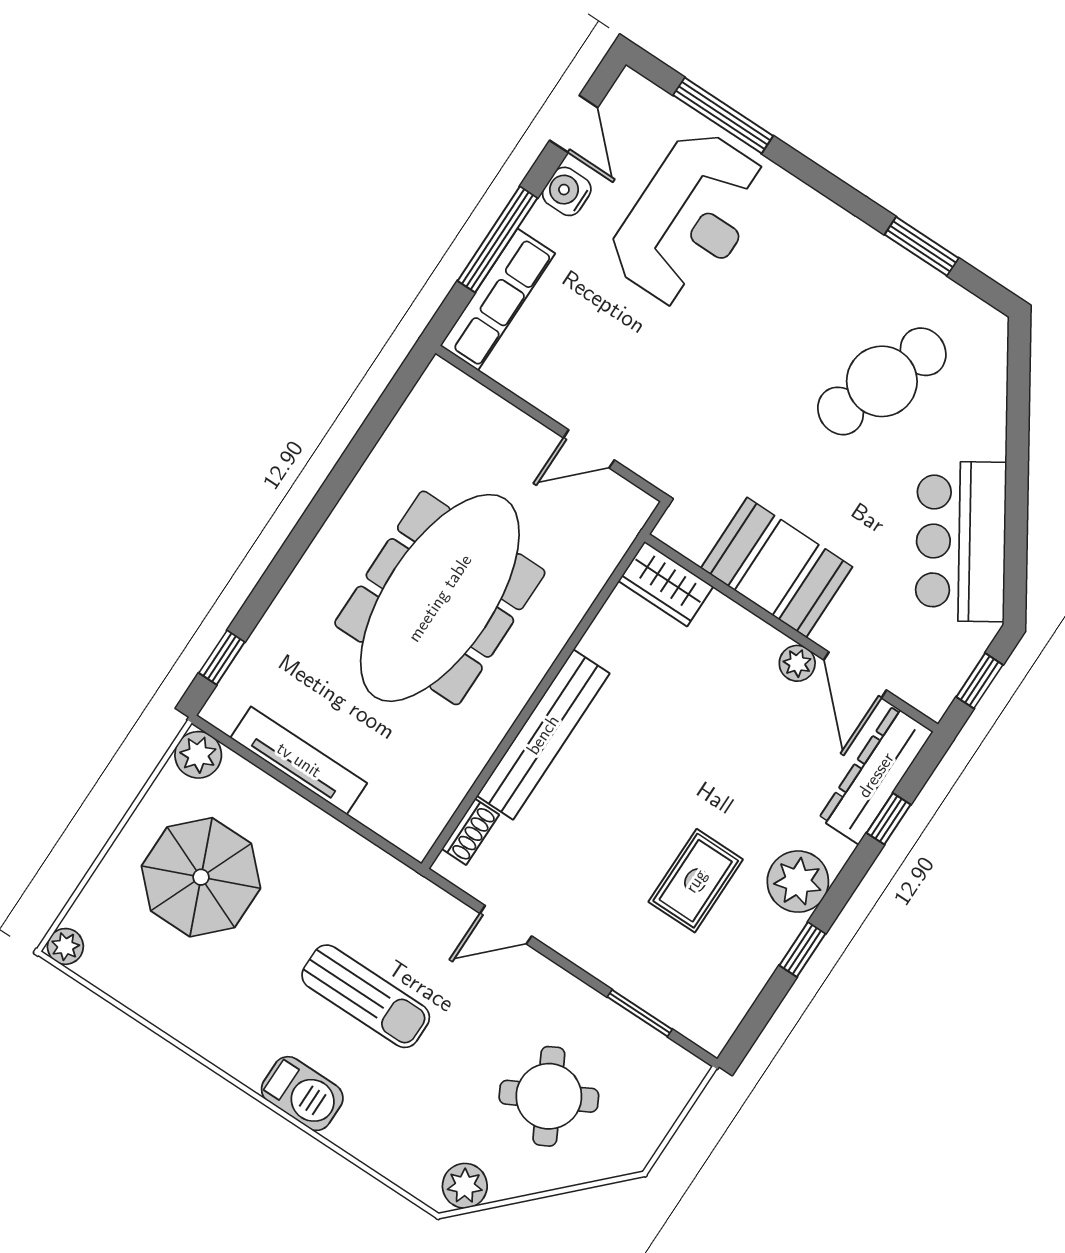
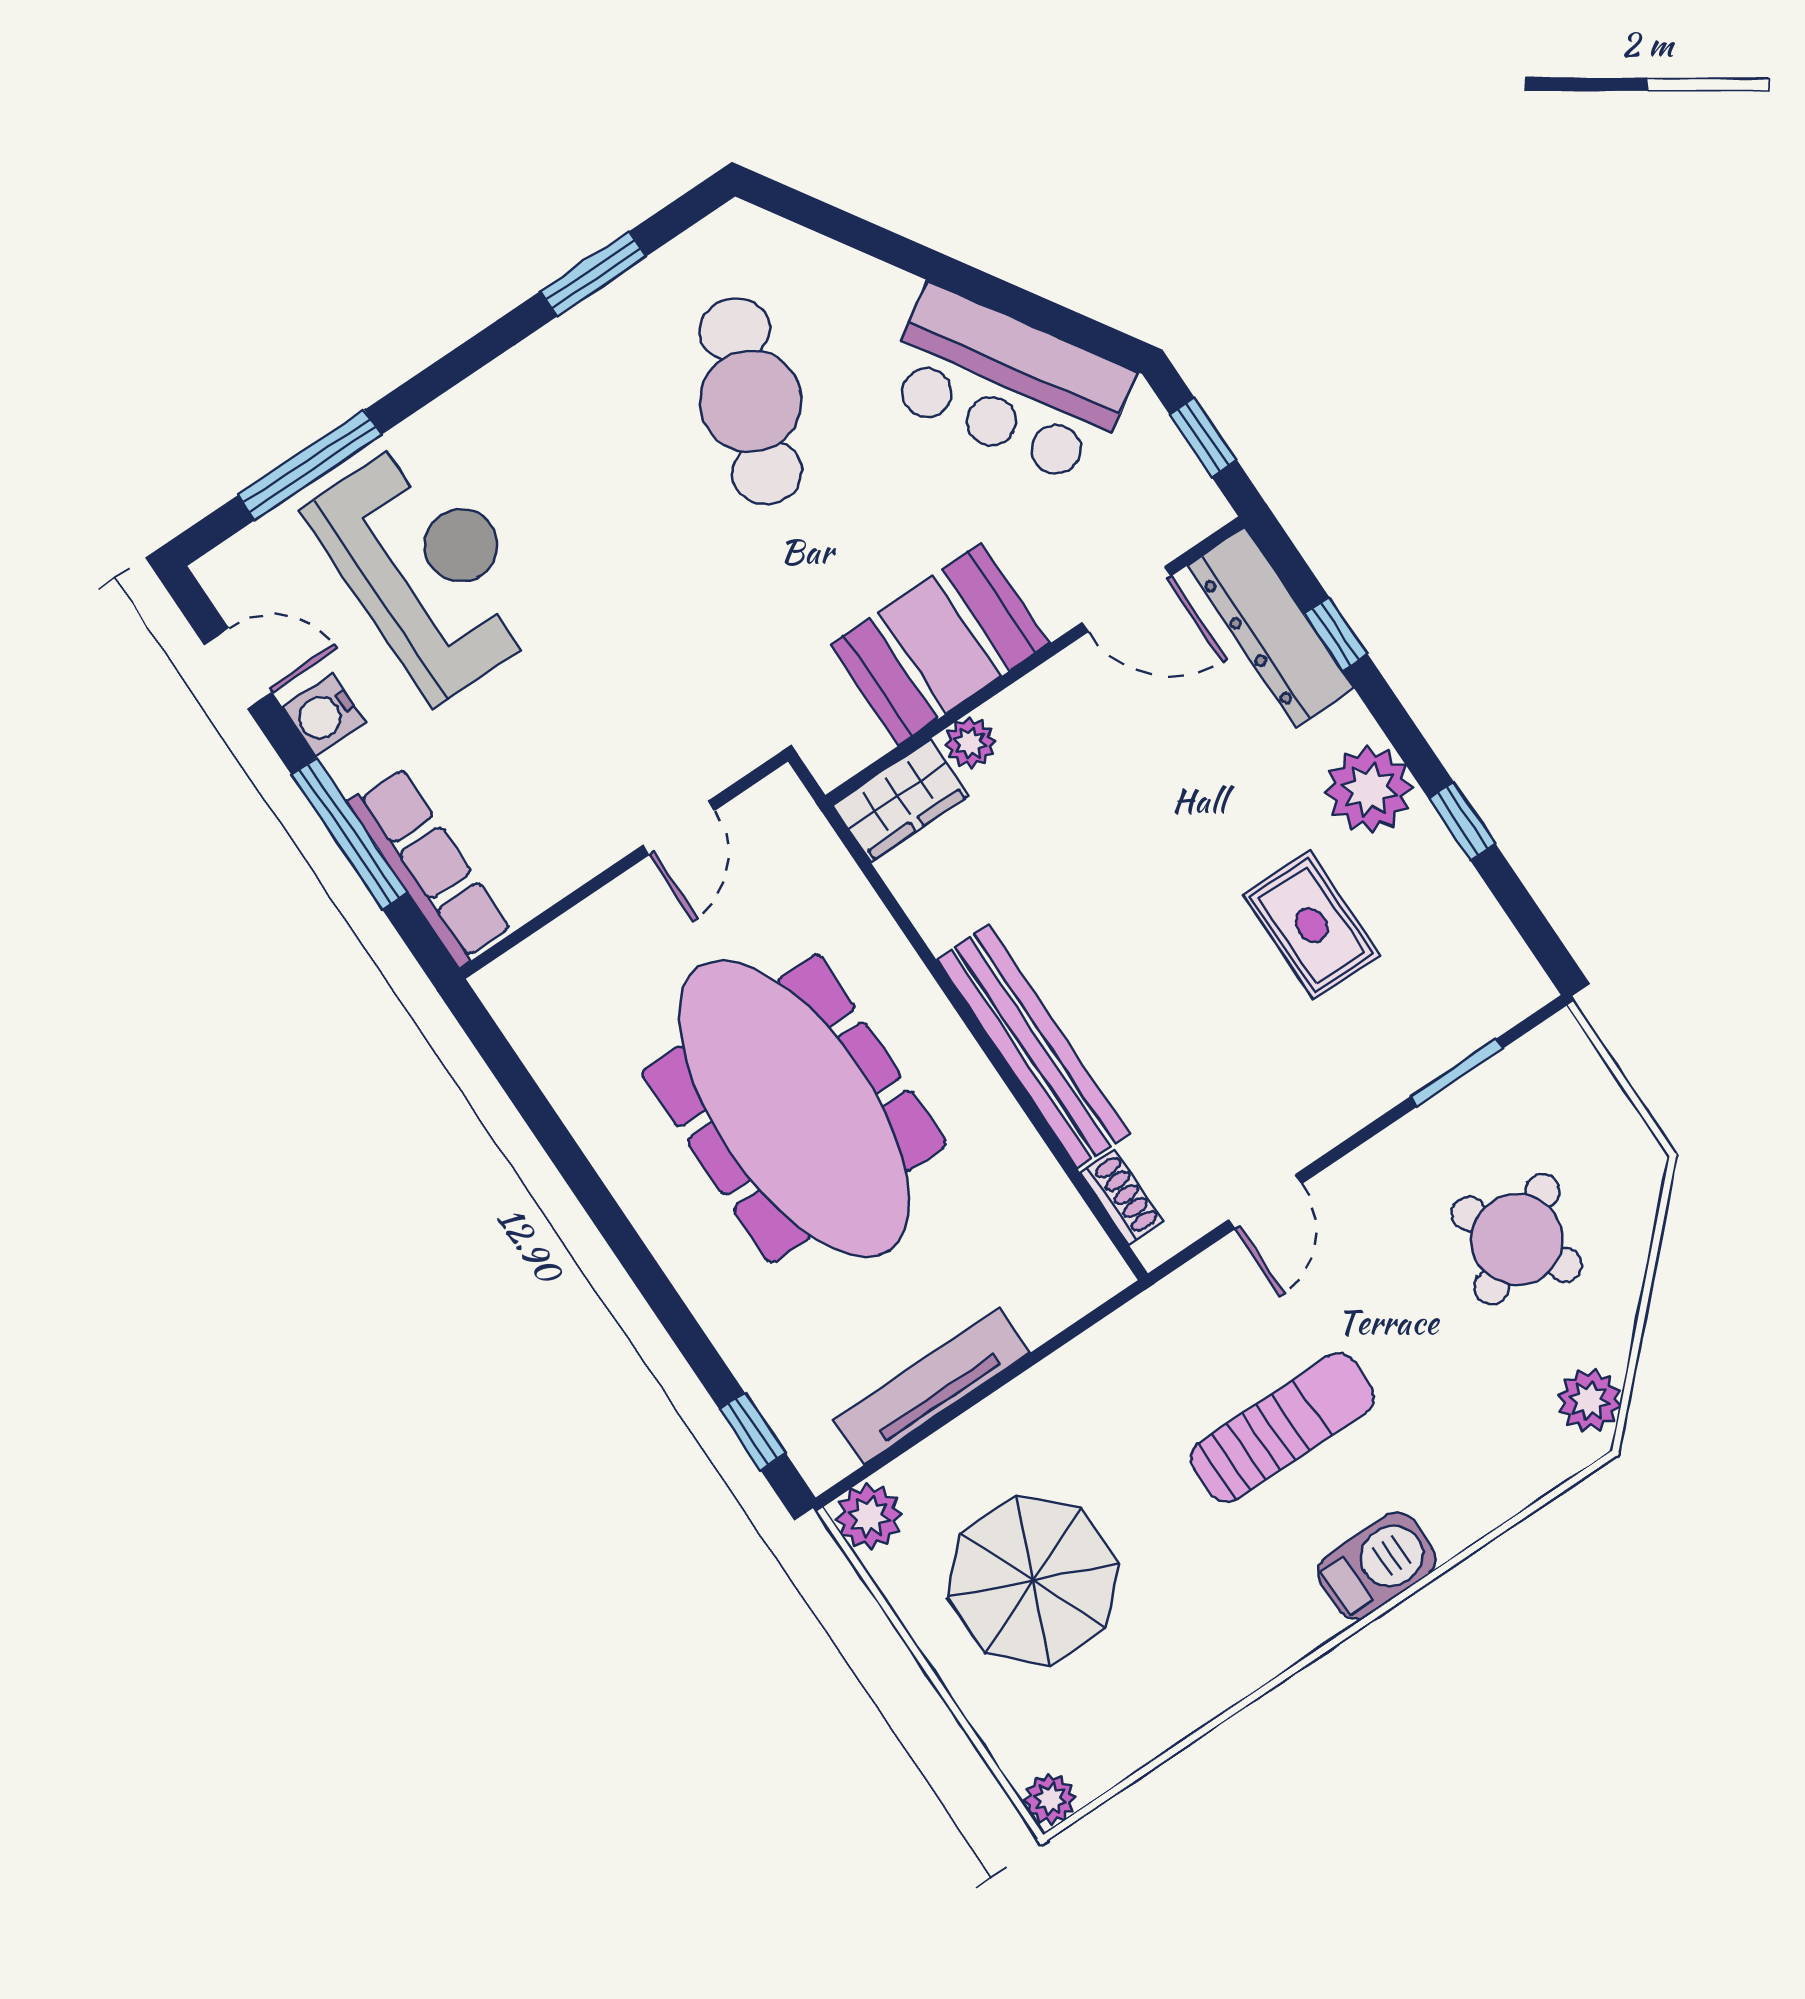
plant: (797, 663) -> (970, 743), moved

